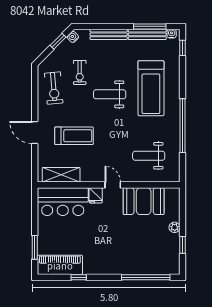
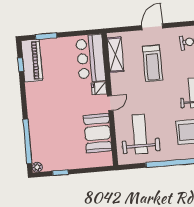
weight bench: (149, 156) -> (140, 134), width x1.36, depth x1.33
plant: (175, 227) -> (37, 167), moved
window: (79, 277) -> (21, 65), moved

